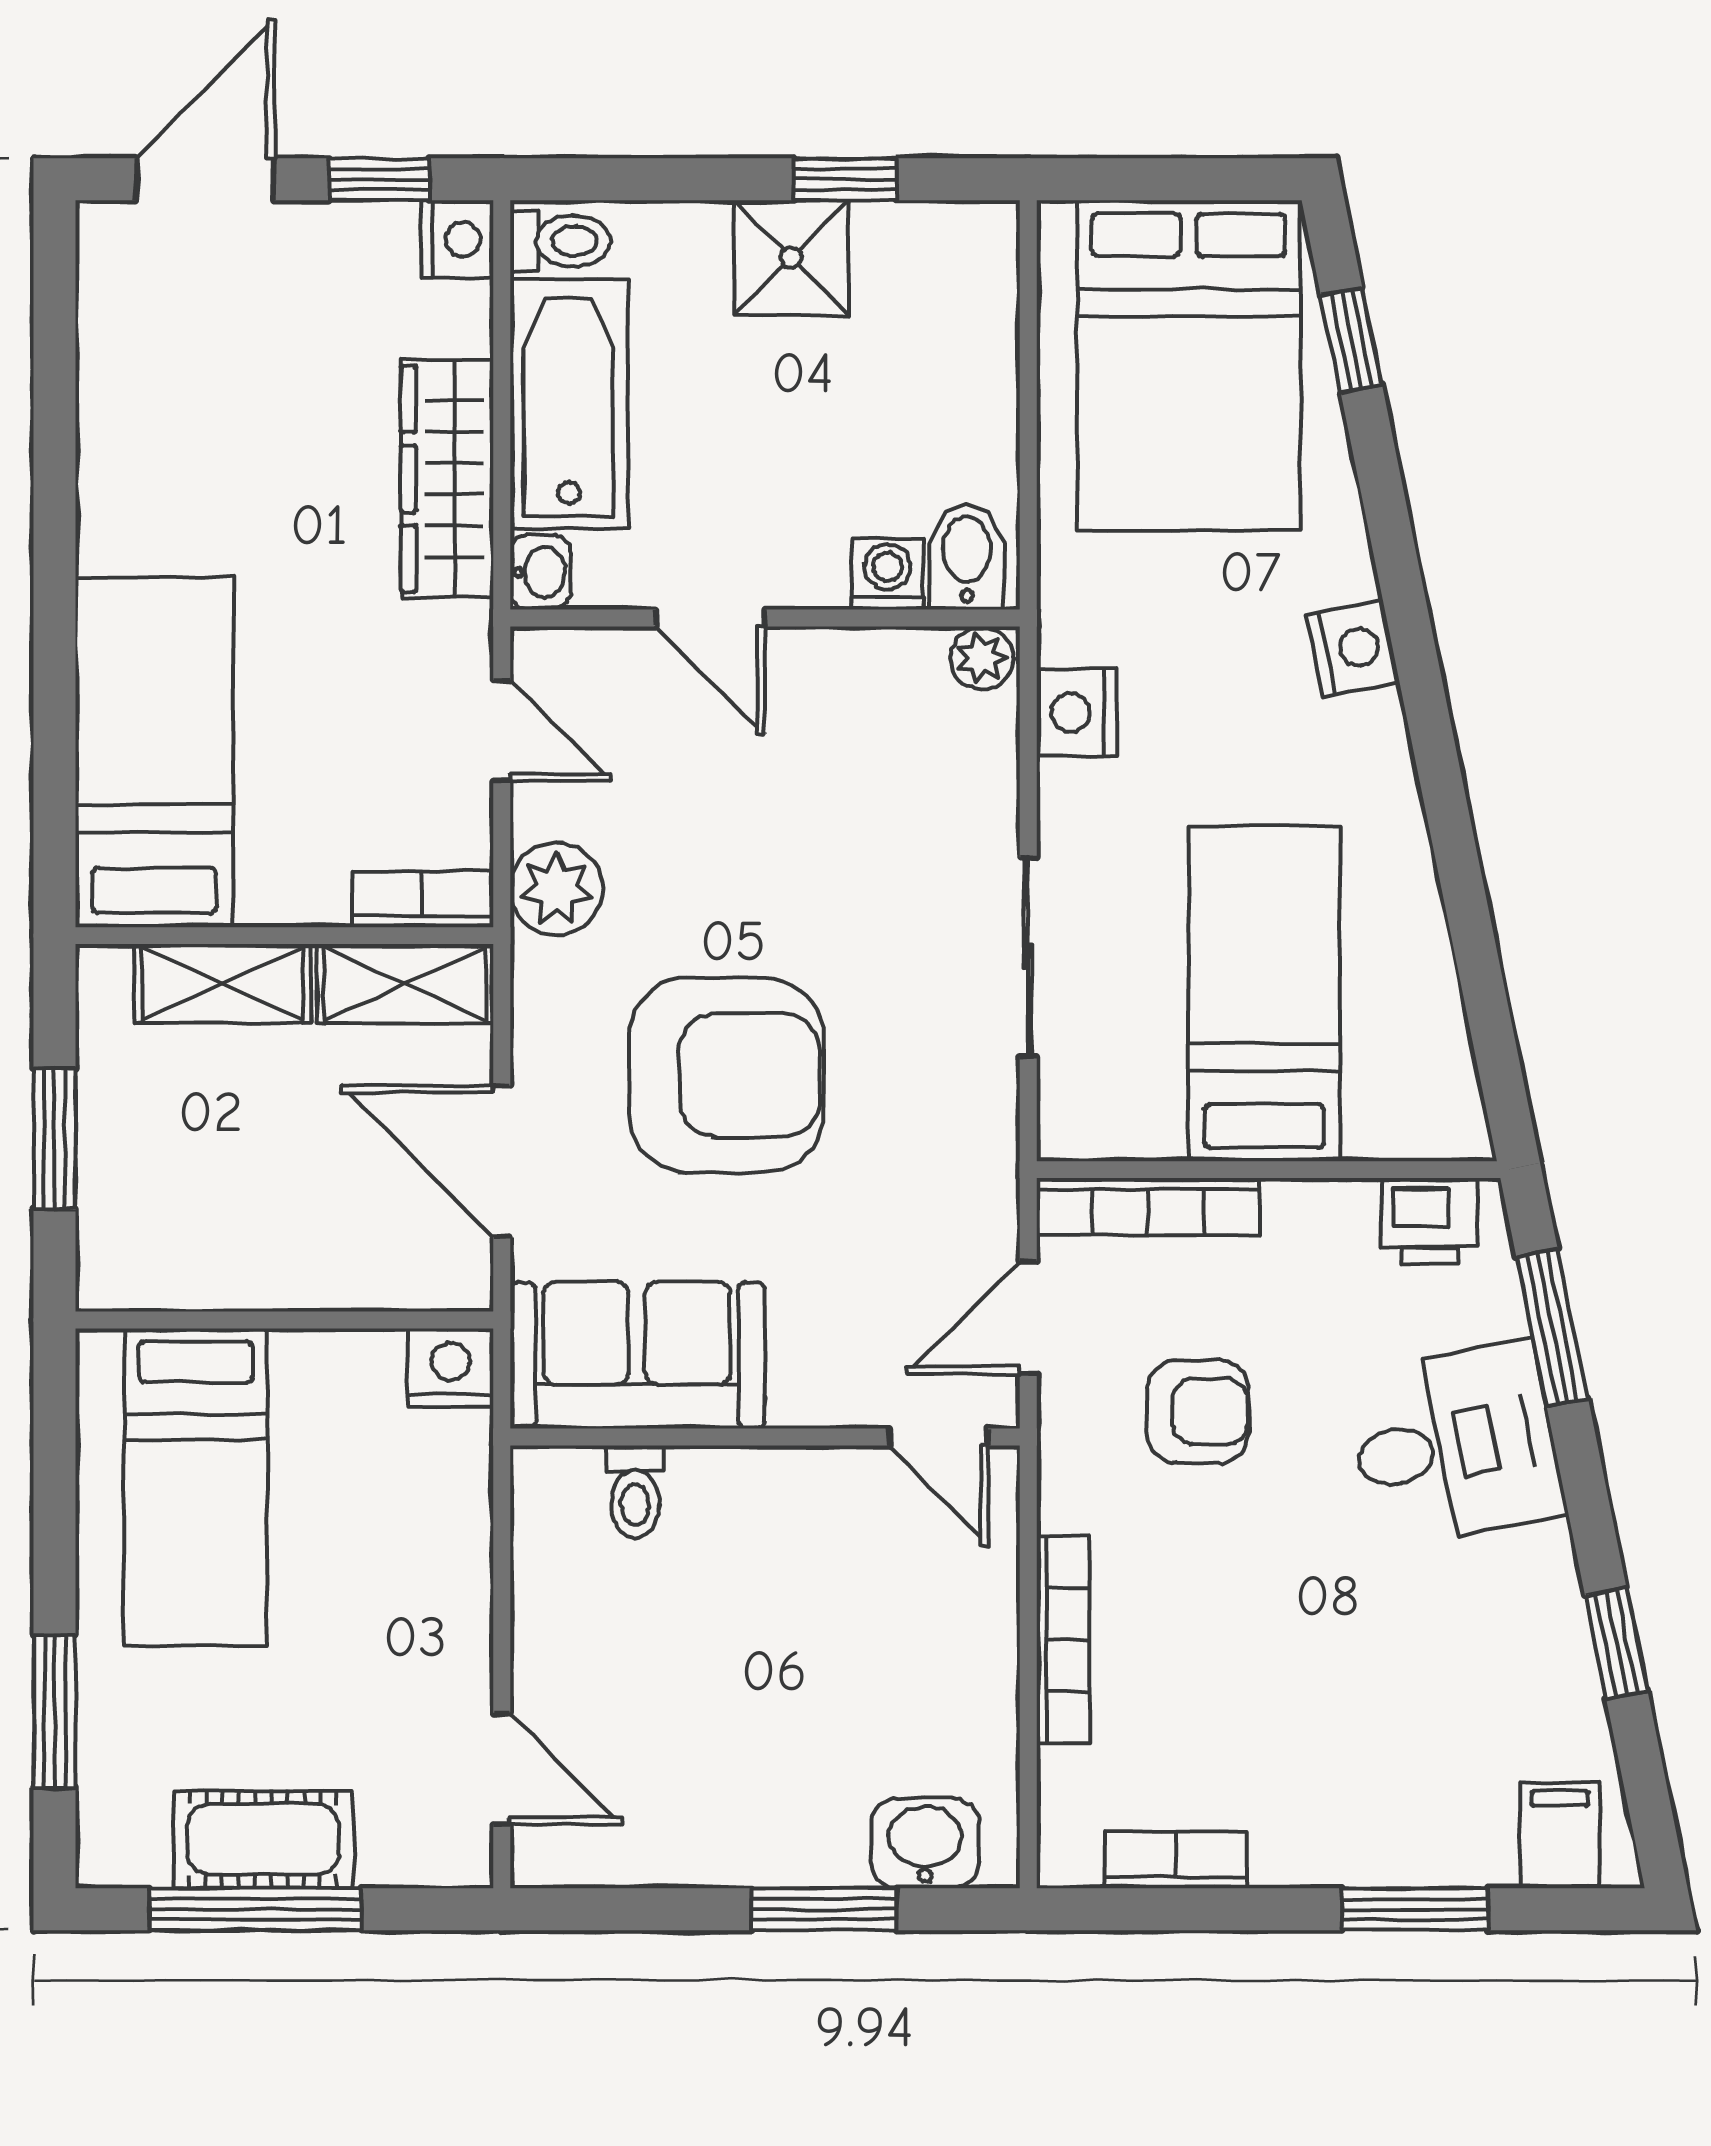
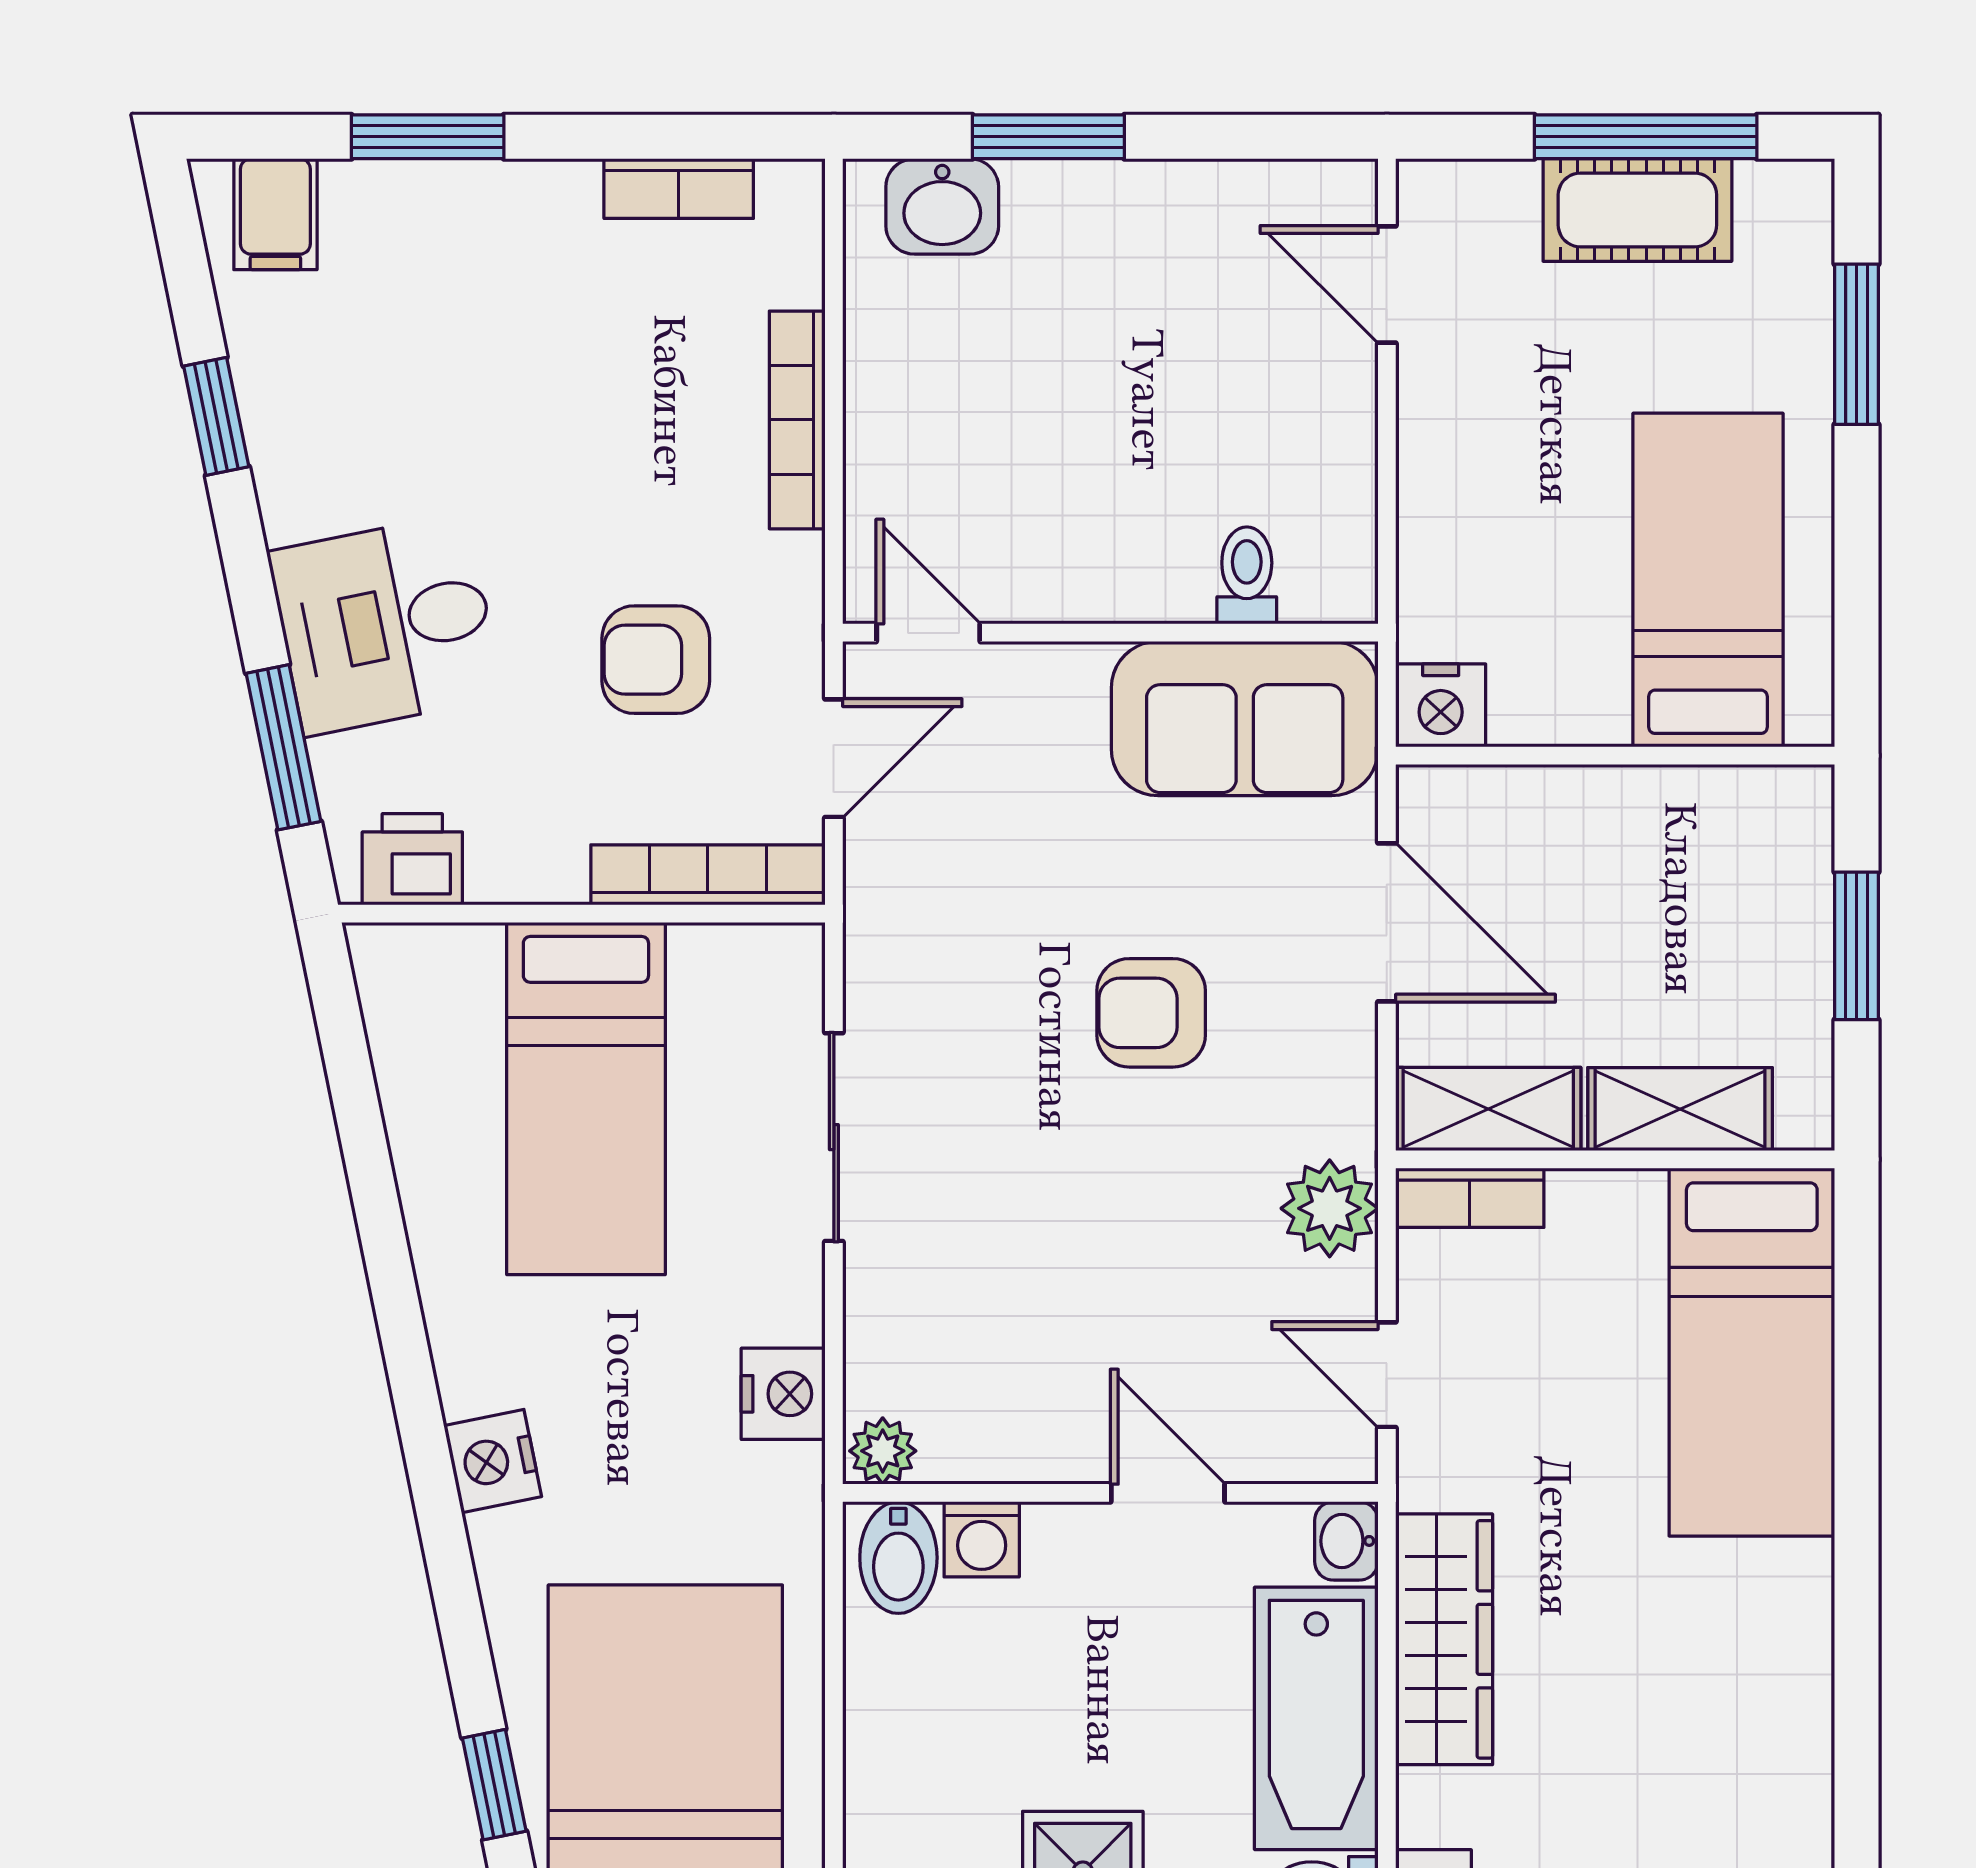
armchair: (726, 1075) -> (1151, 1013), width x0.53, depth x0.53

